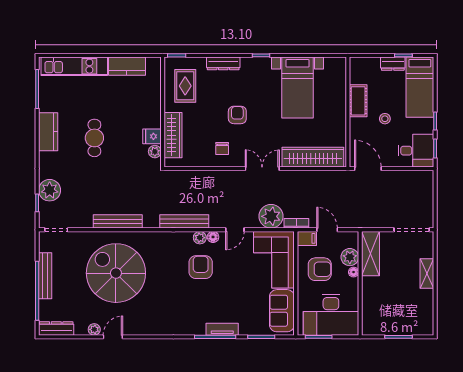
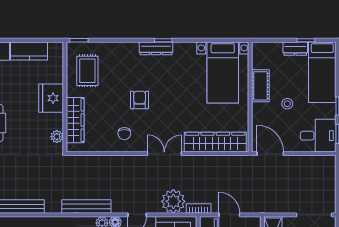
dresser: (223, 63) -> (156, 48), moved
bed with nightstands: (298, 87) -> (223, 72), moved
fridge: (152, 136) -> (51, 98), moved, width x1.88, depth x1.34

